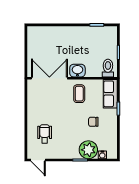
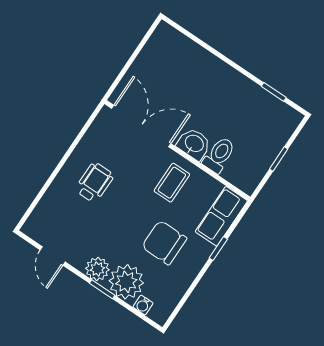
toilet: (108, 68) -> (219, 155), moved
chair: (93, 122) -> (164, 243), width x1.87, depth x1.87
wheelchair: (45, 134) -> (94, 183), moved
plant: (72, 153) -> (97, 269), added
door: (38, 160) -> (53, 256), moved

